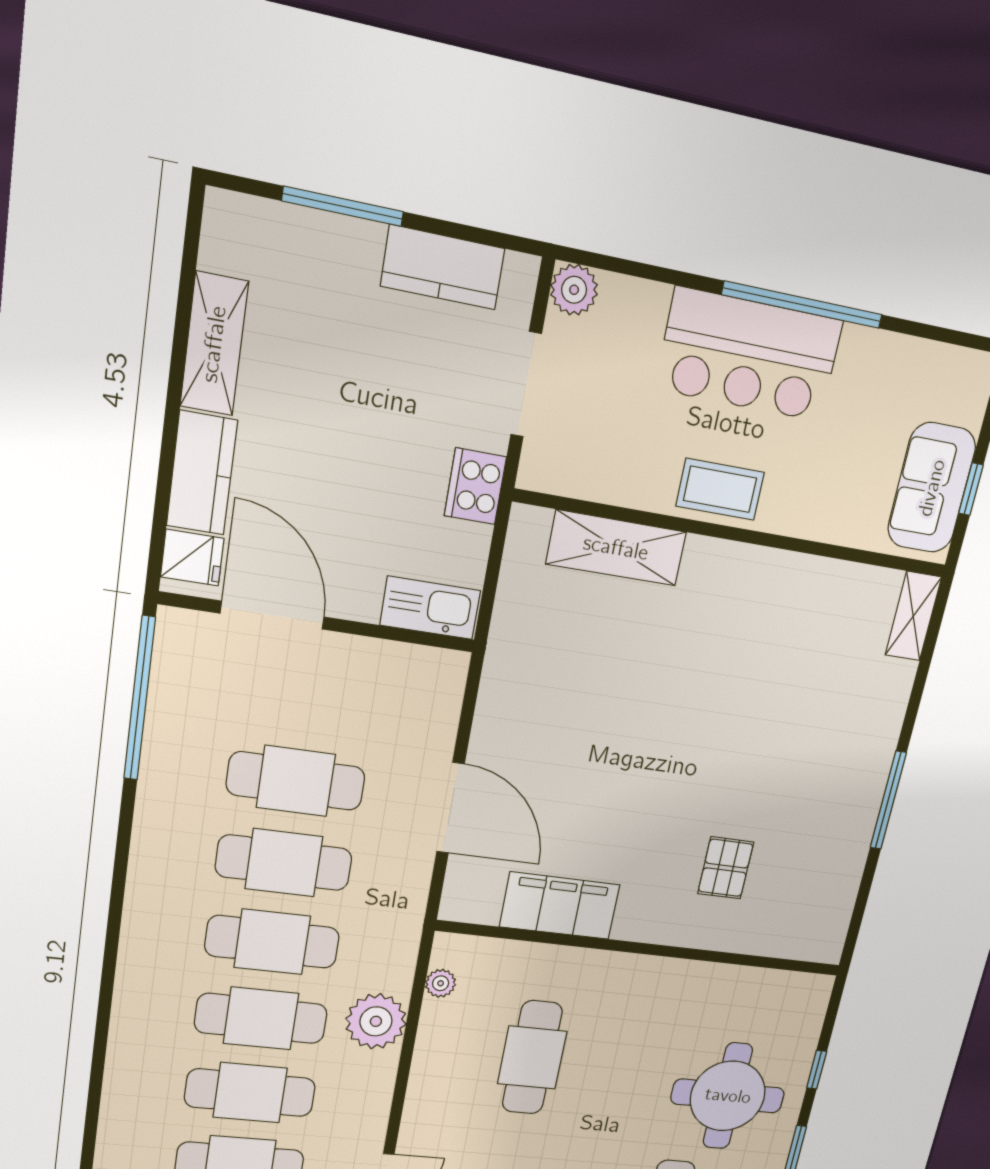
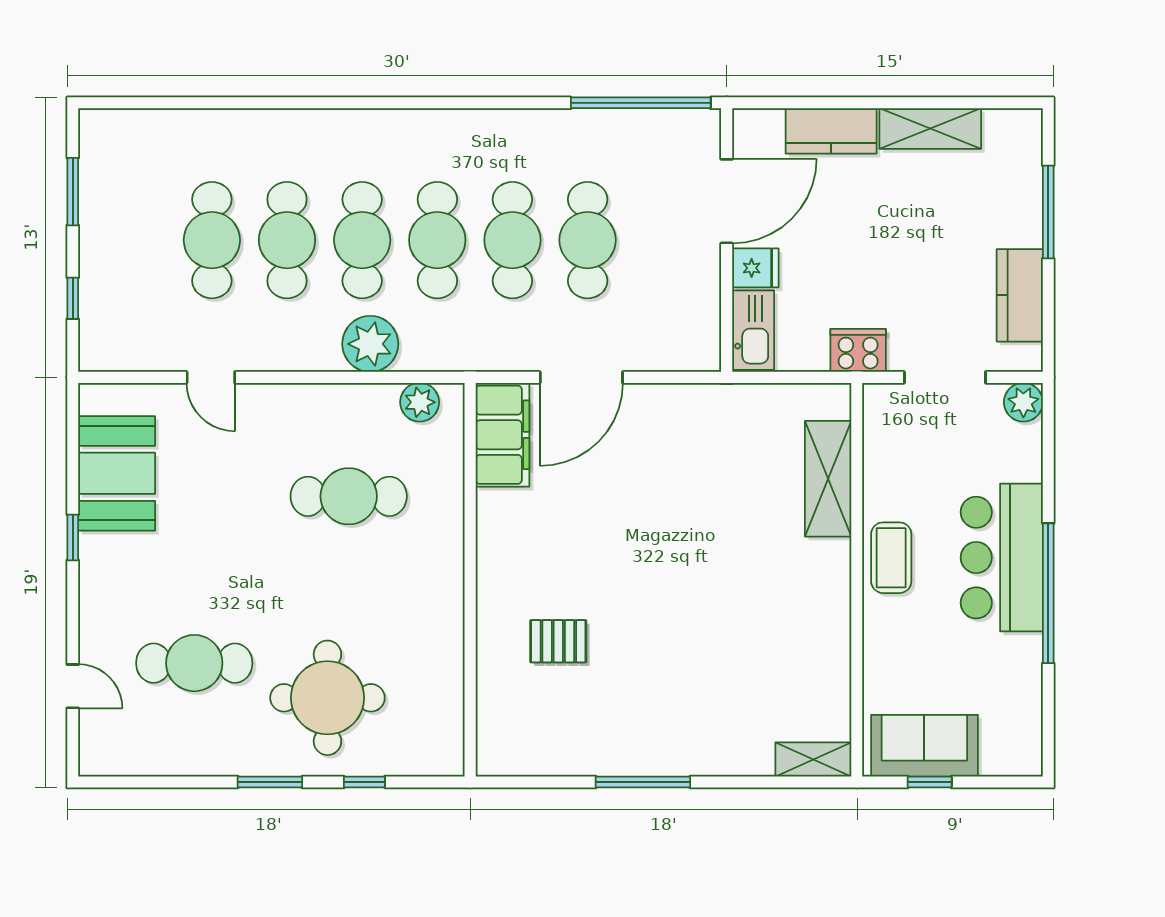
fridge: (192, 558) -> (755, 268), moved, turned -90
filing cabinet: (560, 906) -> (503, 435), moved
plant: (441, 983) -> (420, 402), width x1.38, depth x1.38

